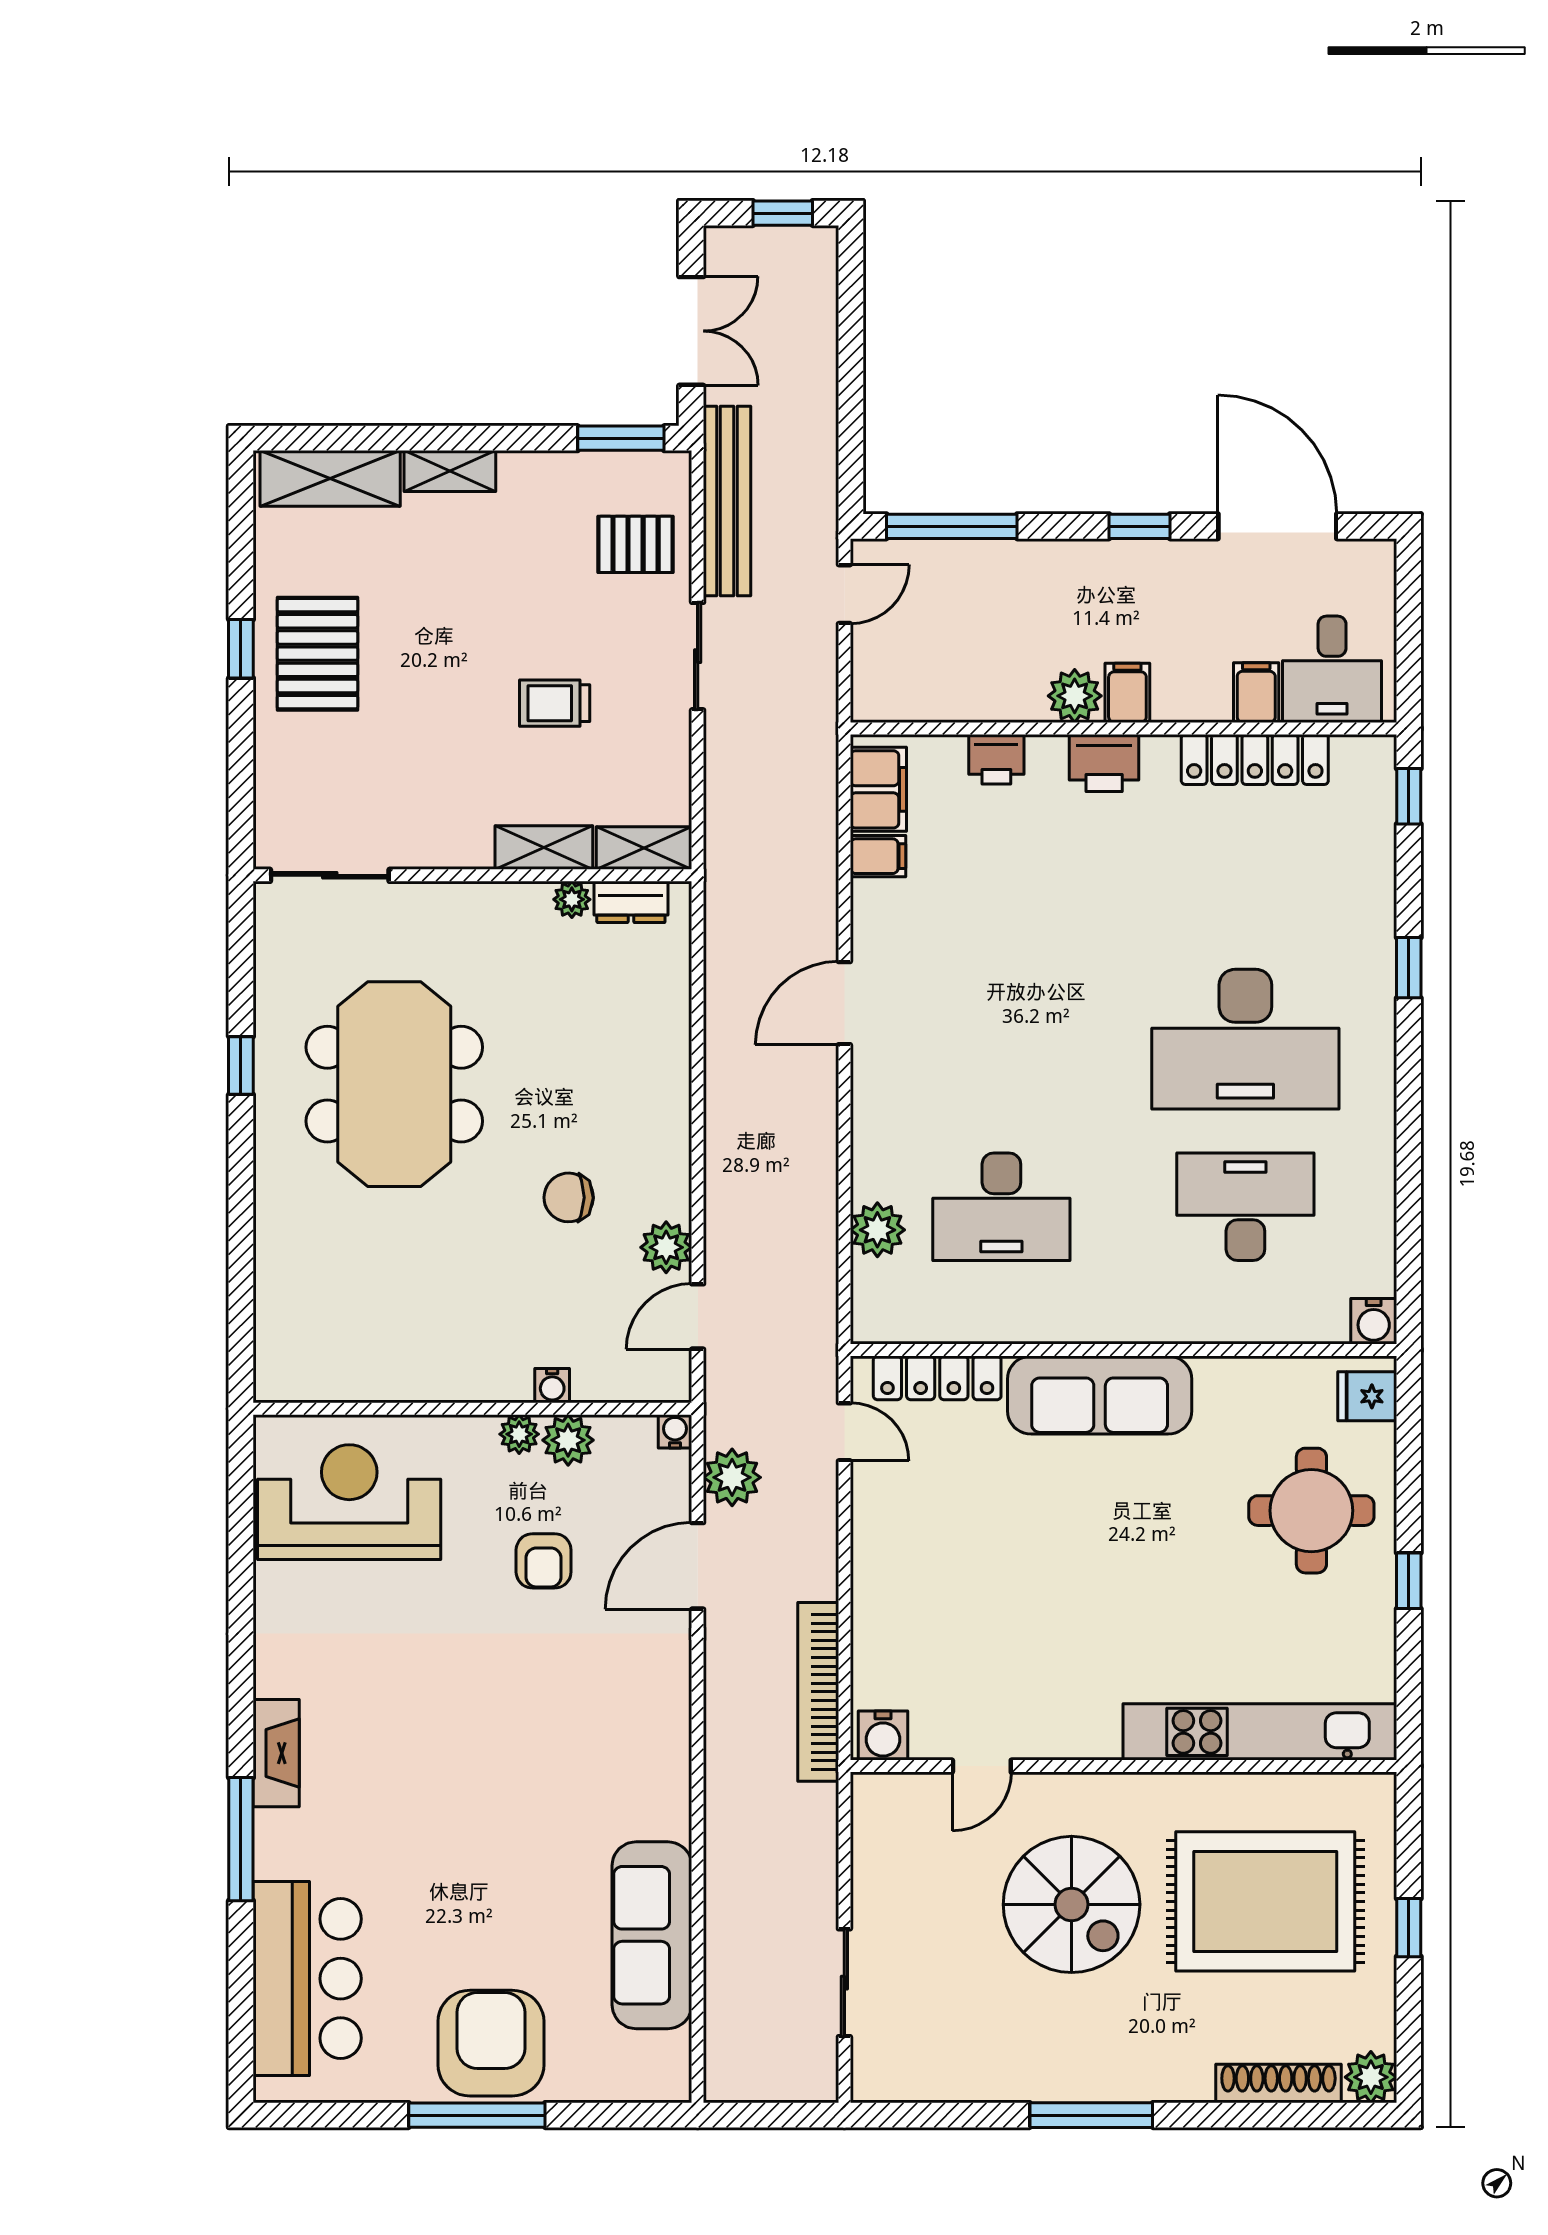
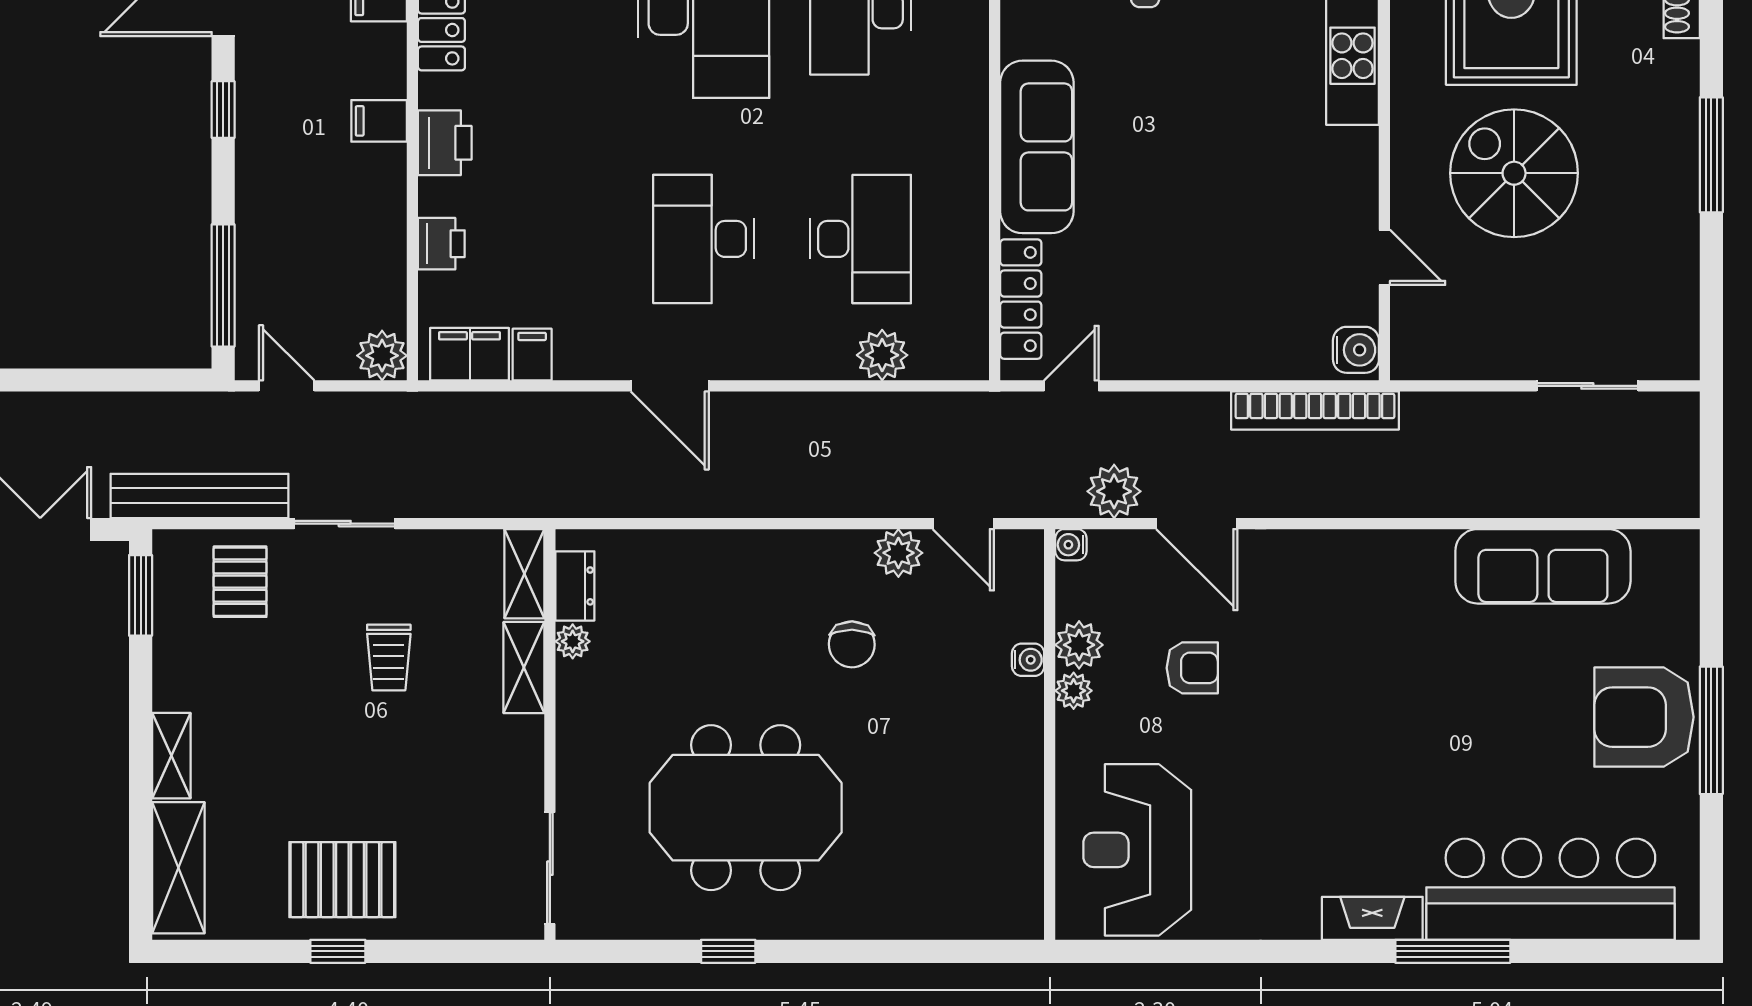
plant: (1075, 696) -> (382, 356), moved
desk: (1001, 1039) -> (704, 239), added
spiral stairs: (1072, 1904) -> (1514, 173), turned -90
bar counter: (307, 1979) -> (1550, 889), width x1.36

